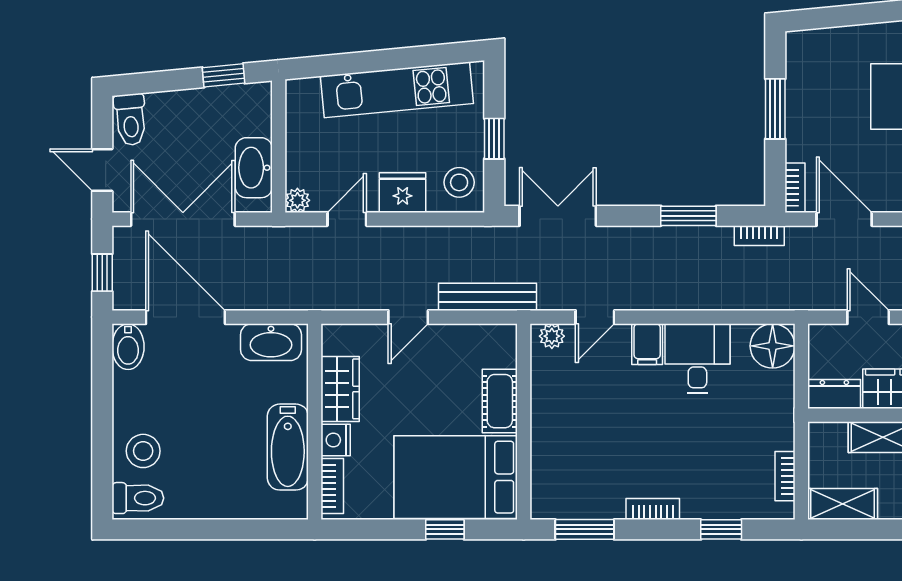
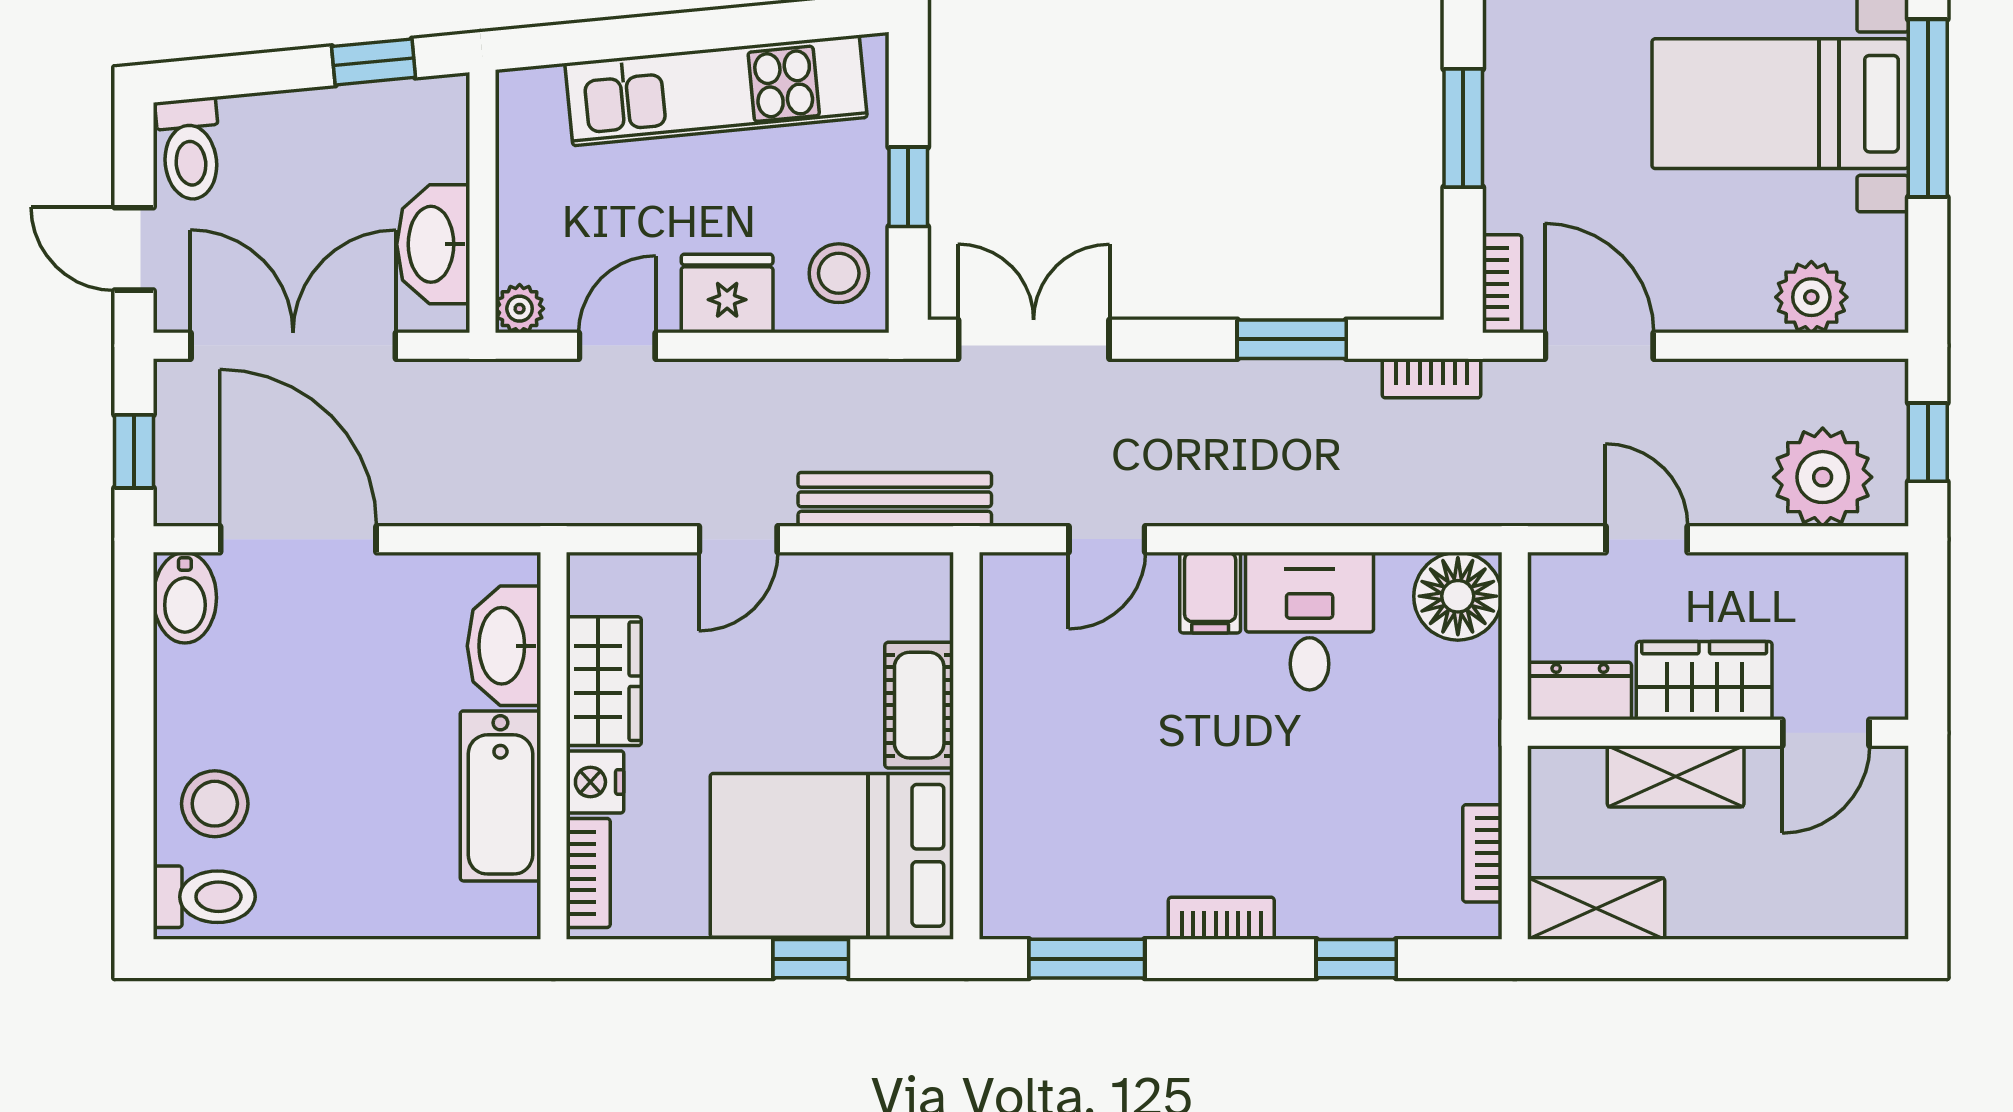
plant: (552, 336) -> (1022, 577), removed
washbasin: (271, 342) -> (504, 646), moved, turned 90

